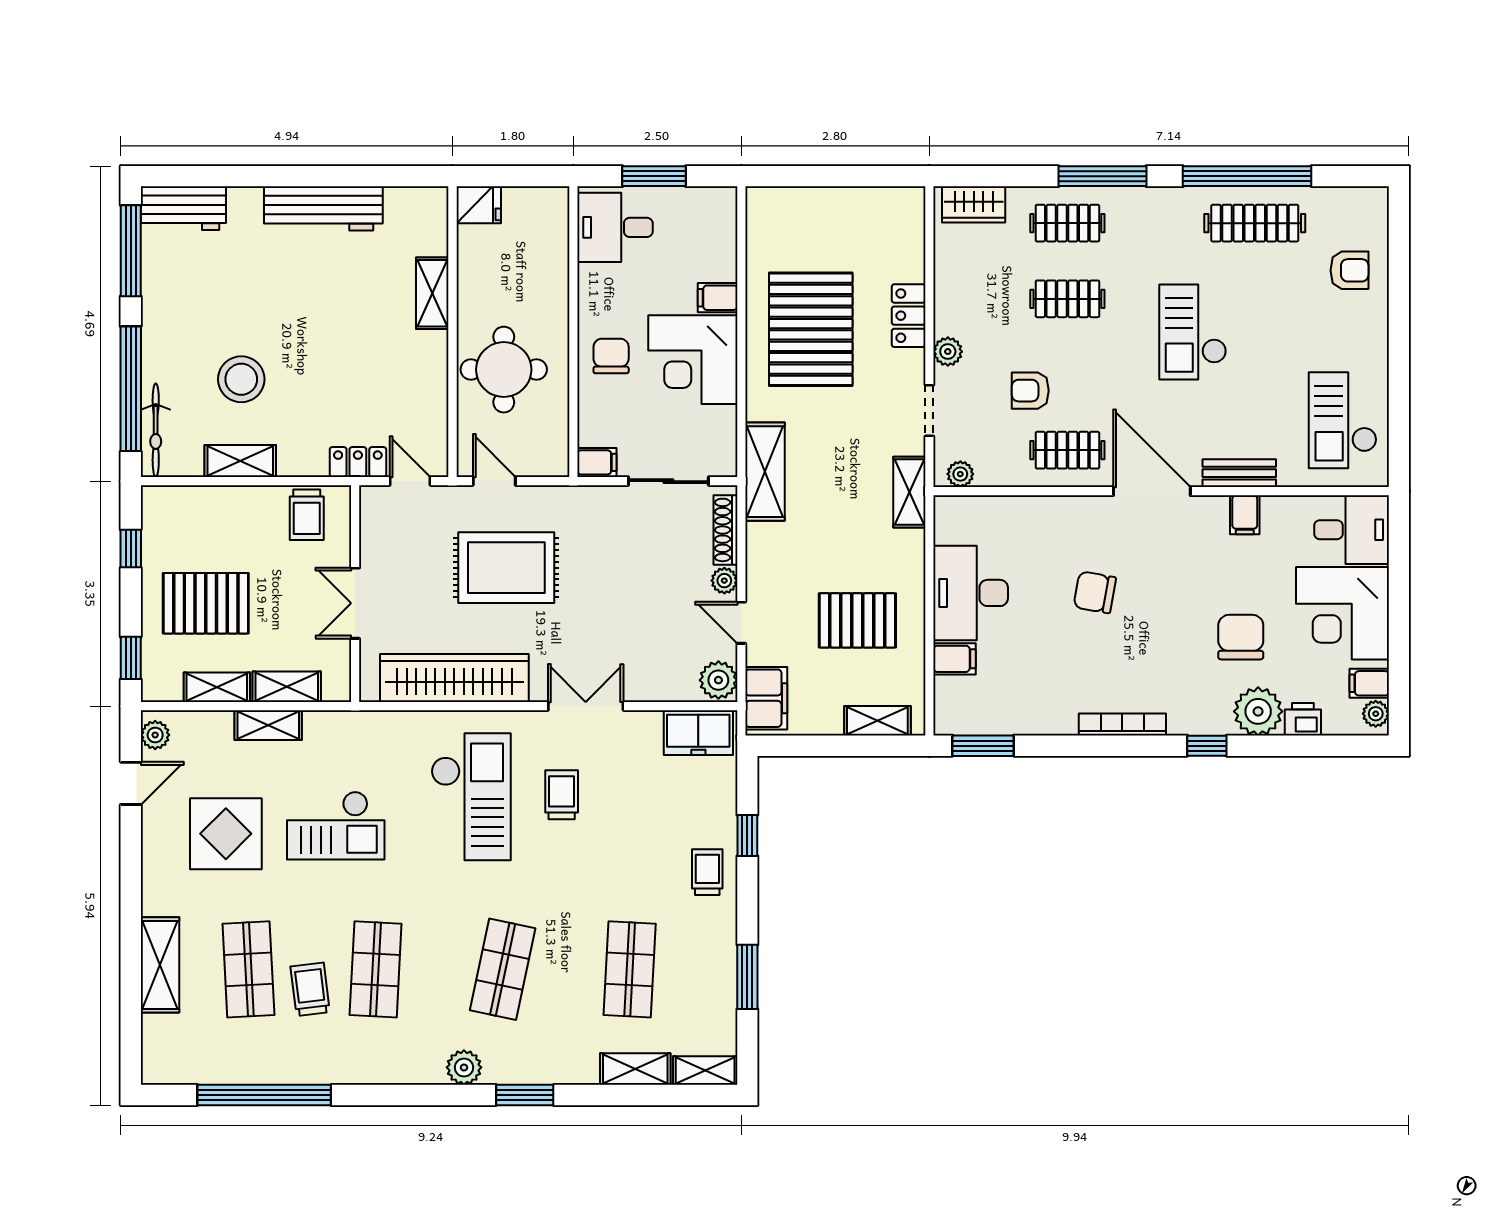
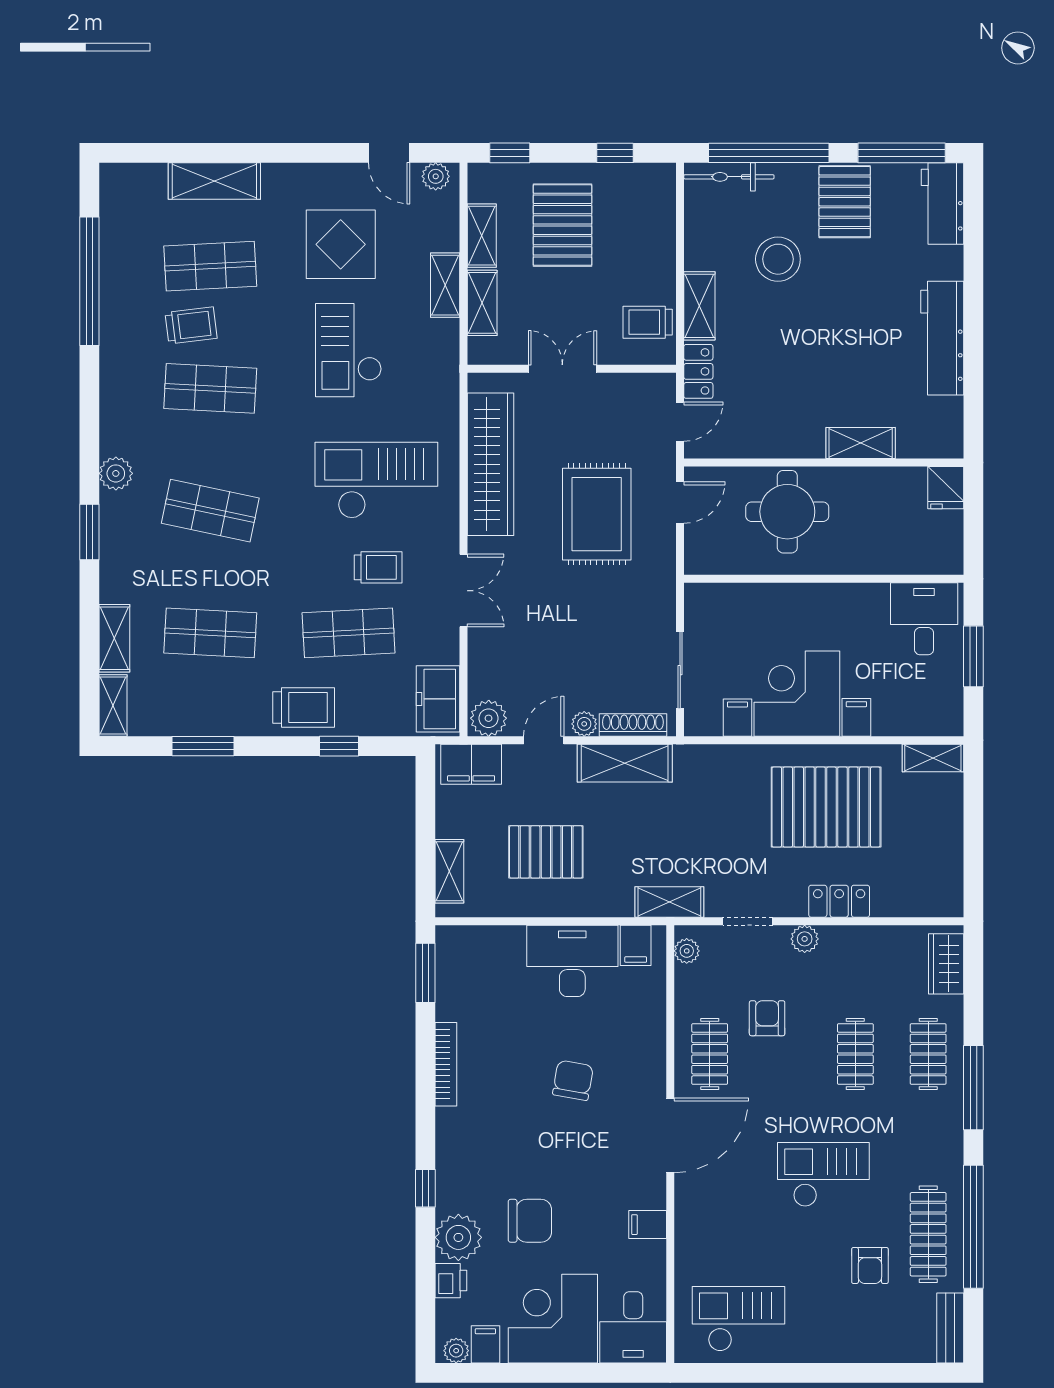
shelving: (760, 218) -> (933, 758), added
armchair: (1349, 270) -> (870, 1266), moved
pallet: (182, 310) -> (845, 202), added
chair: (611, 356) -> (800, 615), removed
shelving: (240, 461) -> (699, 306), moved
filing cabinet: (597, 462) -> (737, 718), moved, turned 180
shelving: (765, 472) -> (625, 763), moved
bench: (1239, 473) -> (950, 1328), moved
pallet: (857, 620) -> (546, 852), turned 90
filing cabinet: (954, 659) -> (636, 945), moved
bookcase: (1122, 724) -> (446, 1064), moved
checkout: (471, 797) -> (376, 480), turned 180
shop shelf: (630, 826) -> (348, 633), added
trolley: (707, 872) -> (304, 708), width x1.36, depth x1.39

